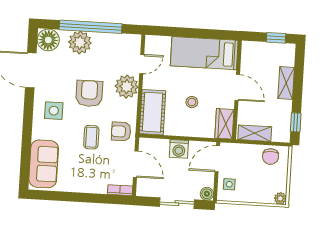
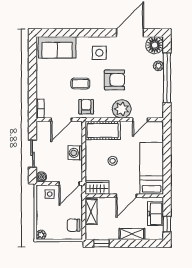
plant: (80, 42) -> (158, 66), width x0.53, depth x0.53
freezer: (262, 52) -> (155, 214), added
door: (142, 64) -> (140, 120), hinge flipped
door: (217, 159) -> (69, 183), swing flipped

